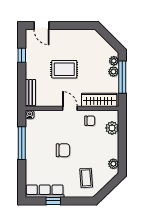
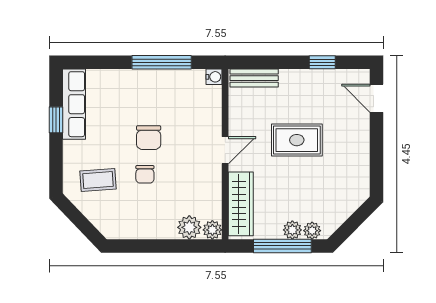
door: (41, 26) -> (377, 98), hinge flipped
rug: (64, 69) -> (297, 140), turned 90
chair: (90, 121) -> (145, 174), moved
plant: (113, 164) -> (212, 230), moved

